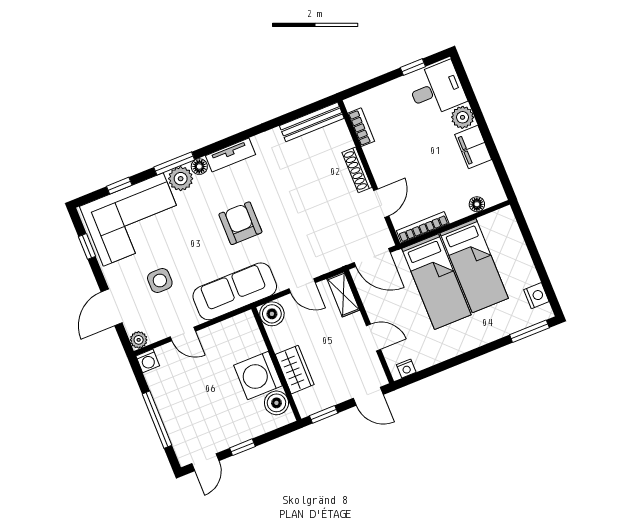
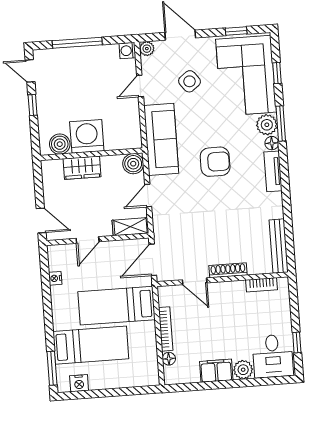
bookcase: (423, 227) -> (166, 329), moved
bed: (474, 266) -> (91, 345), moved, turned 180
side table: (160, 281) -> (190, 81), turned -37
nightstand: (406, 369) -> (55, 278), moved
door: (368, 396) -> (41, 220), swing flipped
window: (324, 414) -> (38, 179), removed

